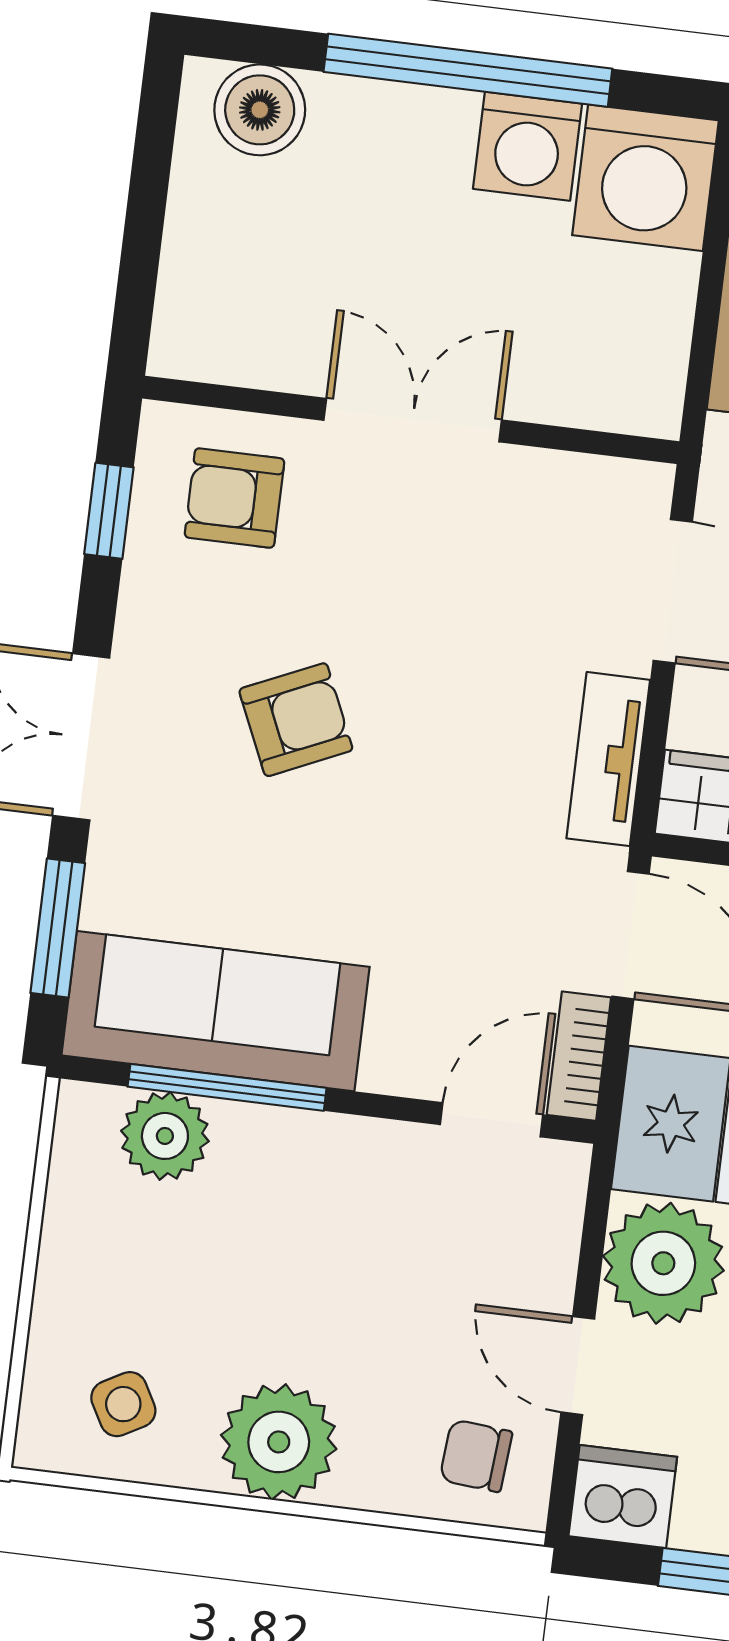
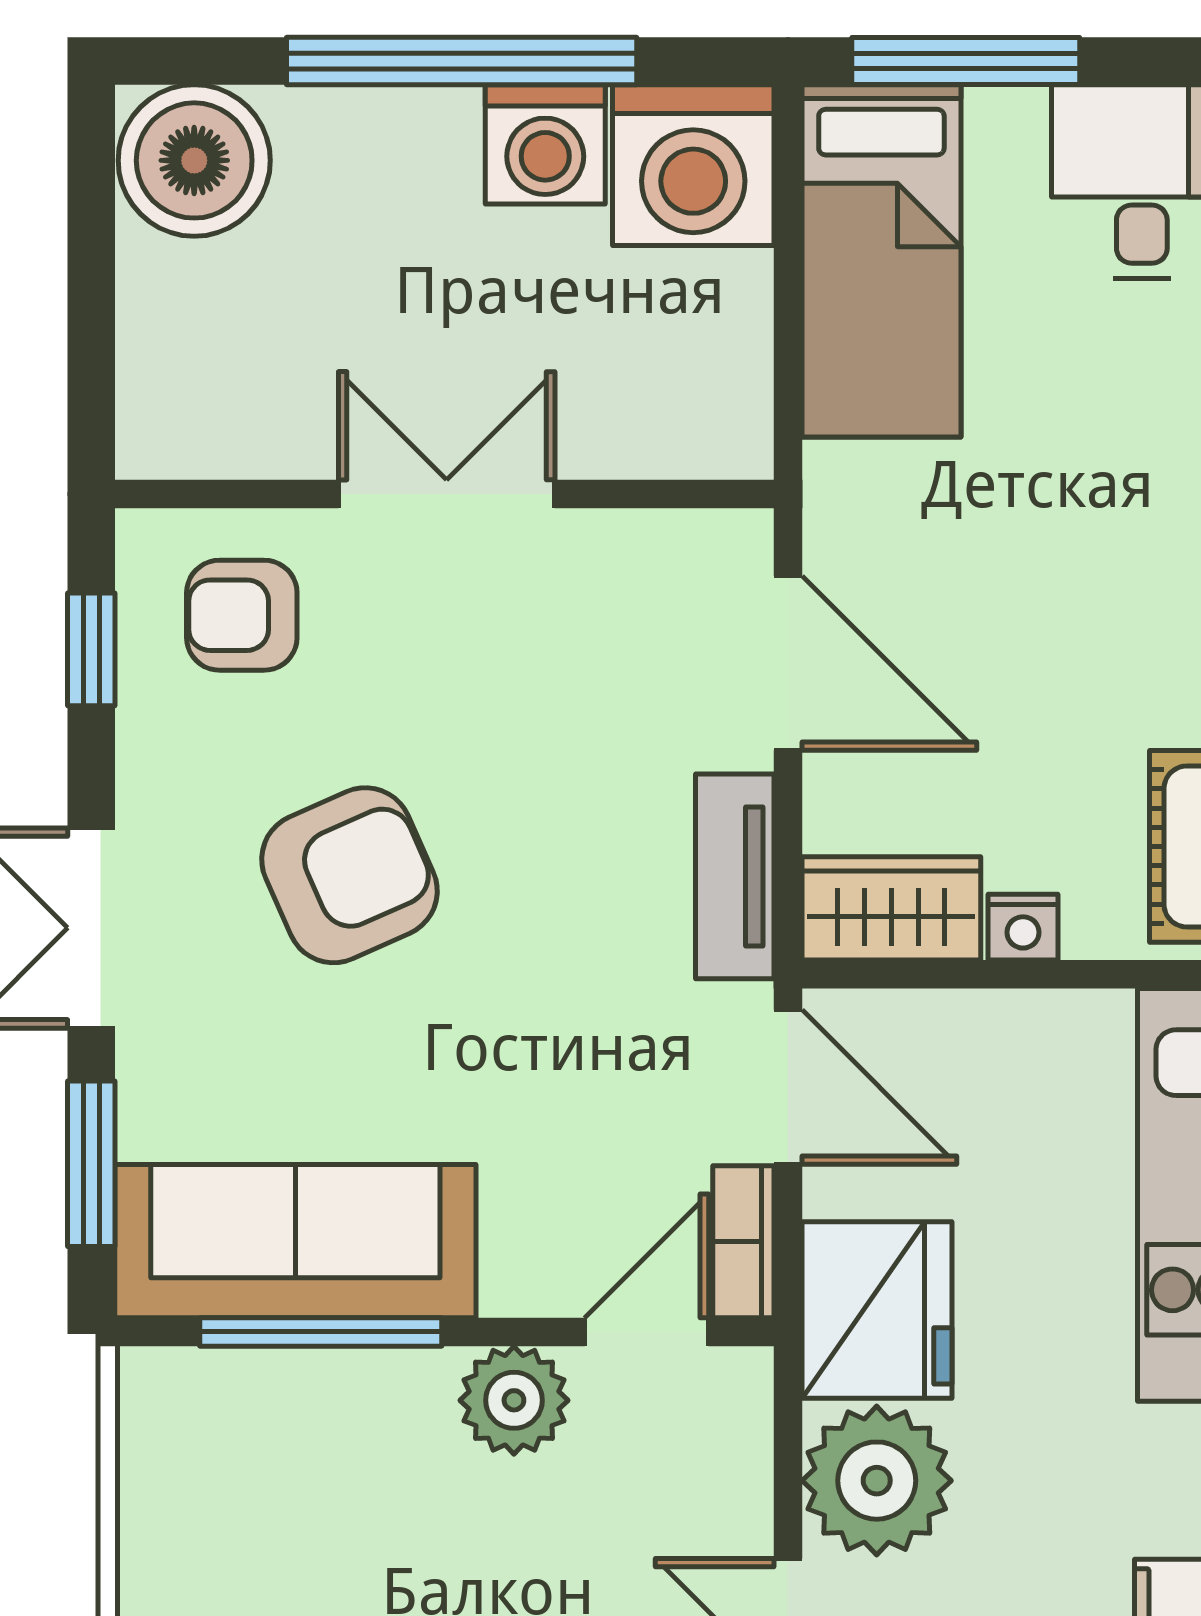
boiler: (260, 110) -> (194, 160), width x1.37, depth x1.37
armchair: (296, 720) -> (349, 875), width x1.38, depth x1.38
plant: (165, 1136) -> (514, 1400), moved

